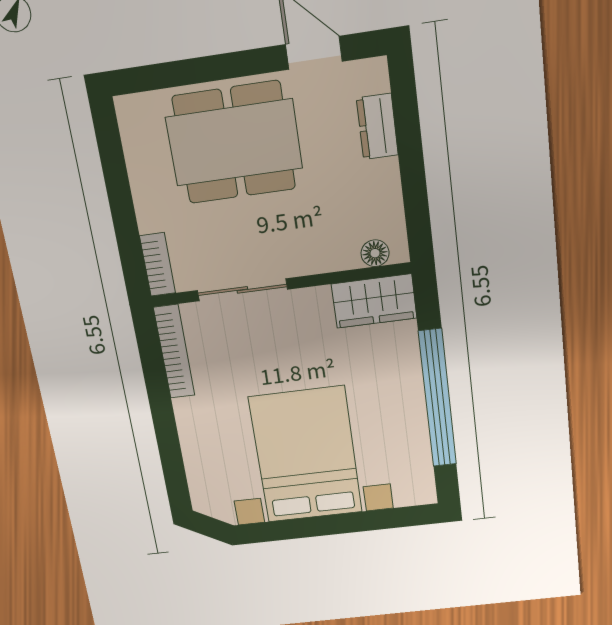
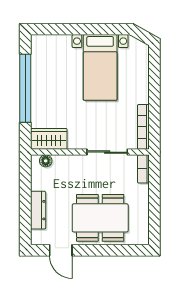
dresser: (377, 127) -> (38, 210), width x1.44
bed with nightstands: (306, 455) -> (100, 67), width x0.73

